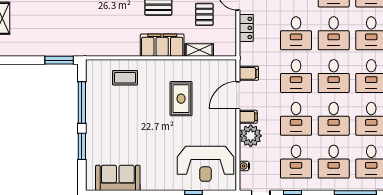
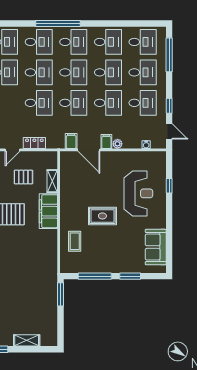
rug: (181, 99) -> (102, 216), moved
plant: (251, 136) -> (117, 144), width x0.53, depth x0.53
reception desk: (206, 164) -> (138, 193), moved

